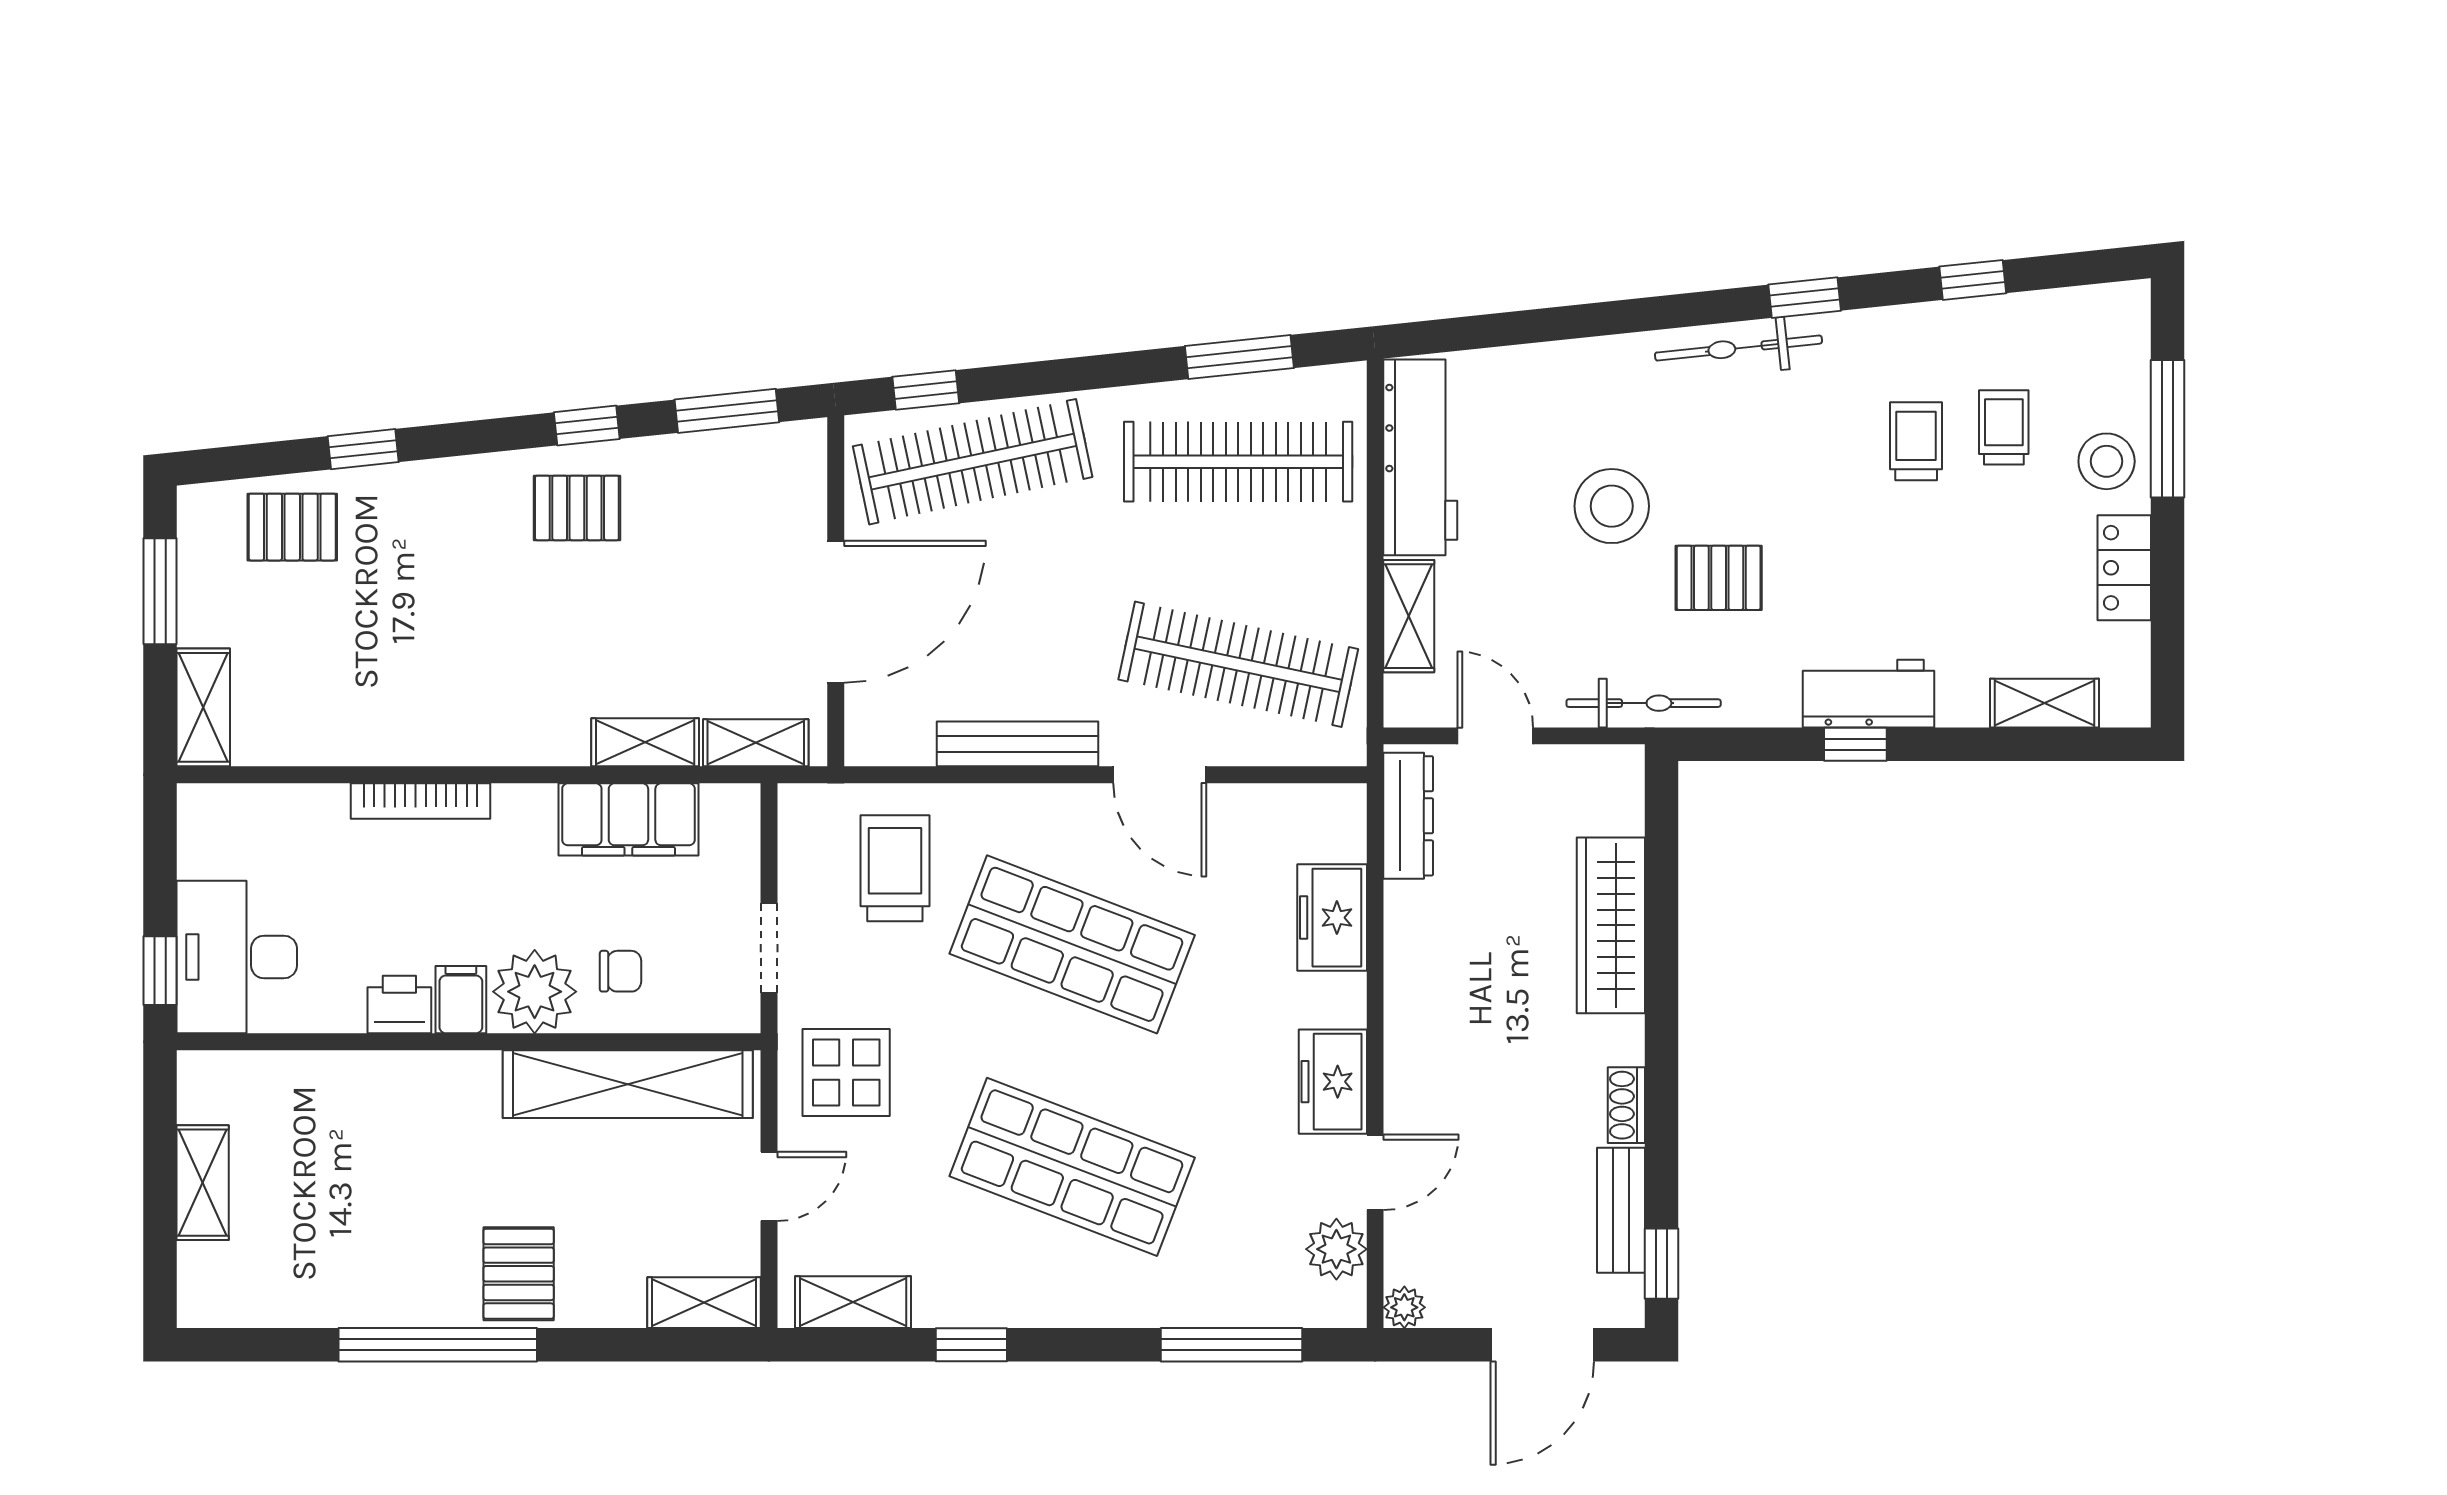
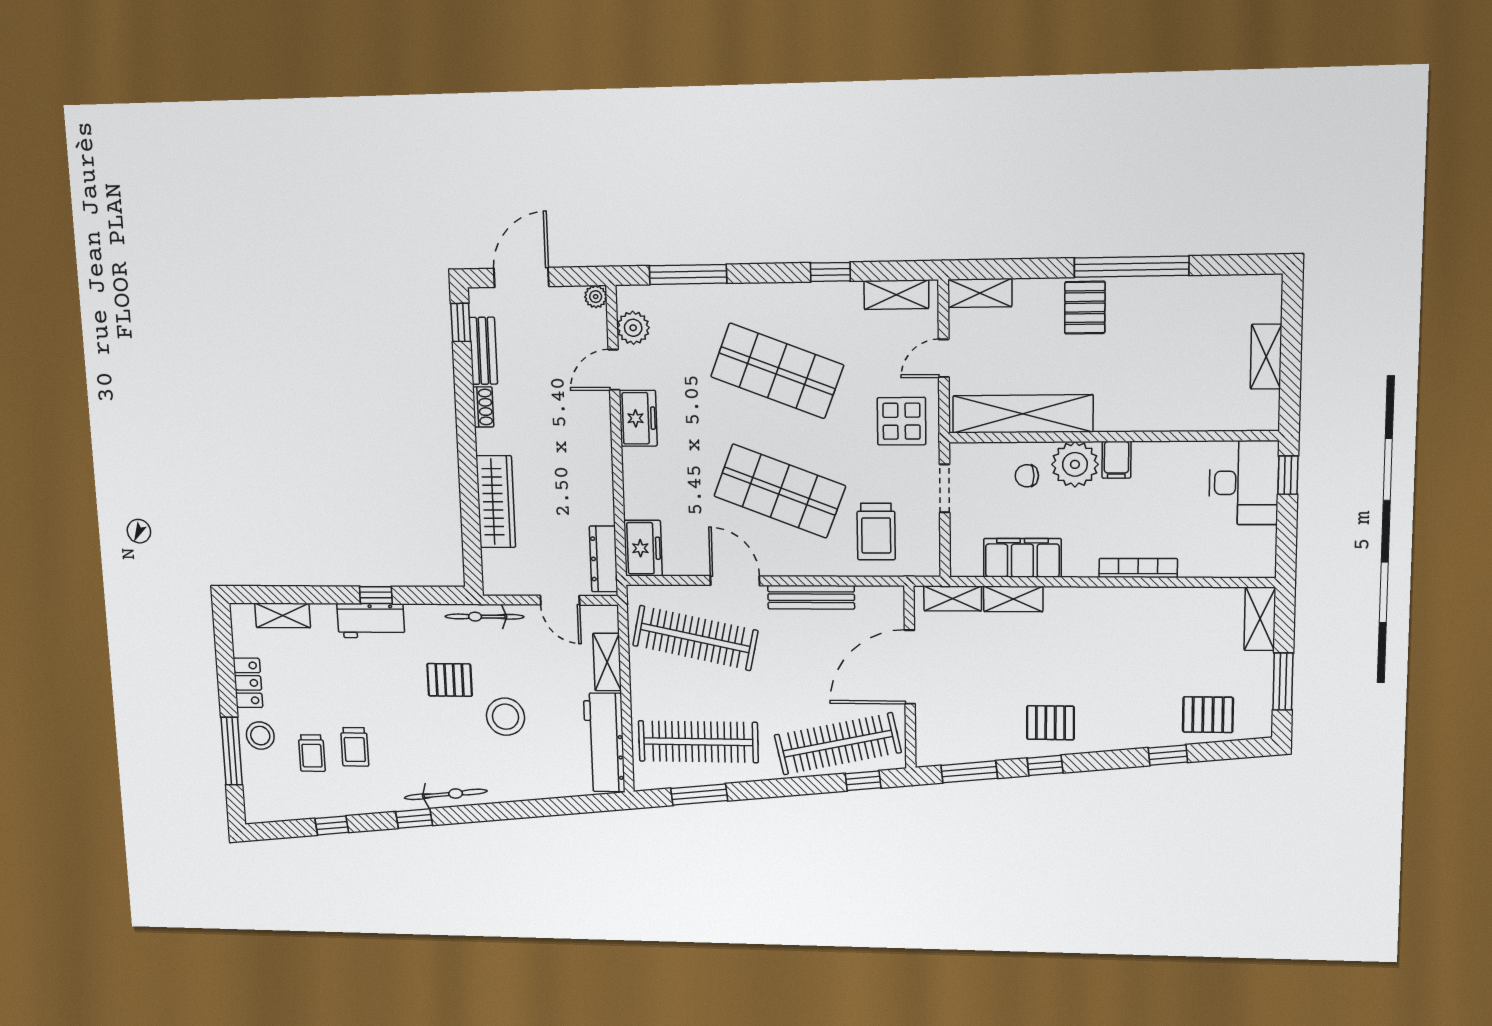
freezer: (1332, 918) -> (643, 548), moved
printer: (399, 1004) -> (1151, 457), removed

